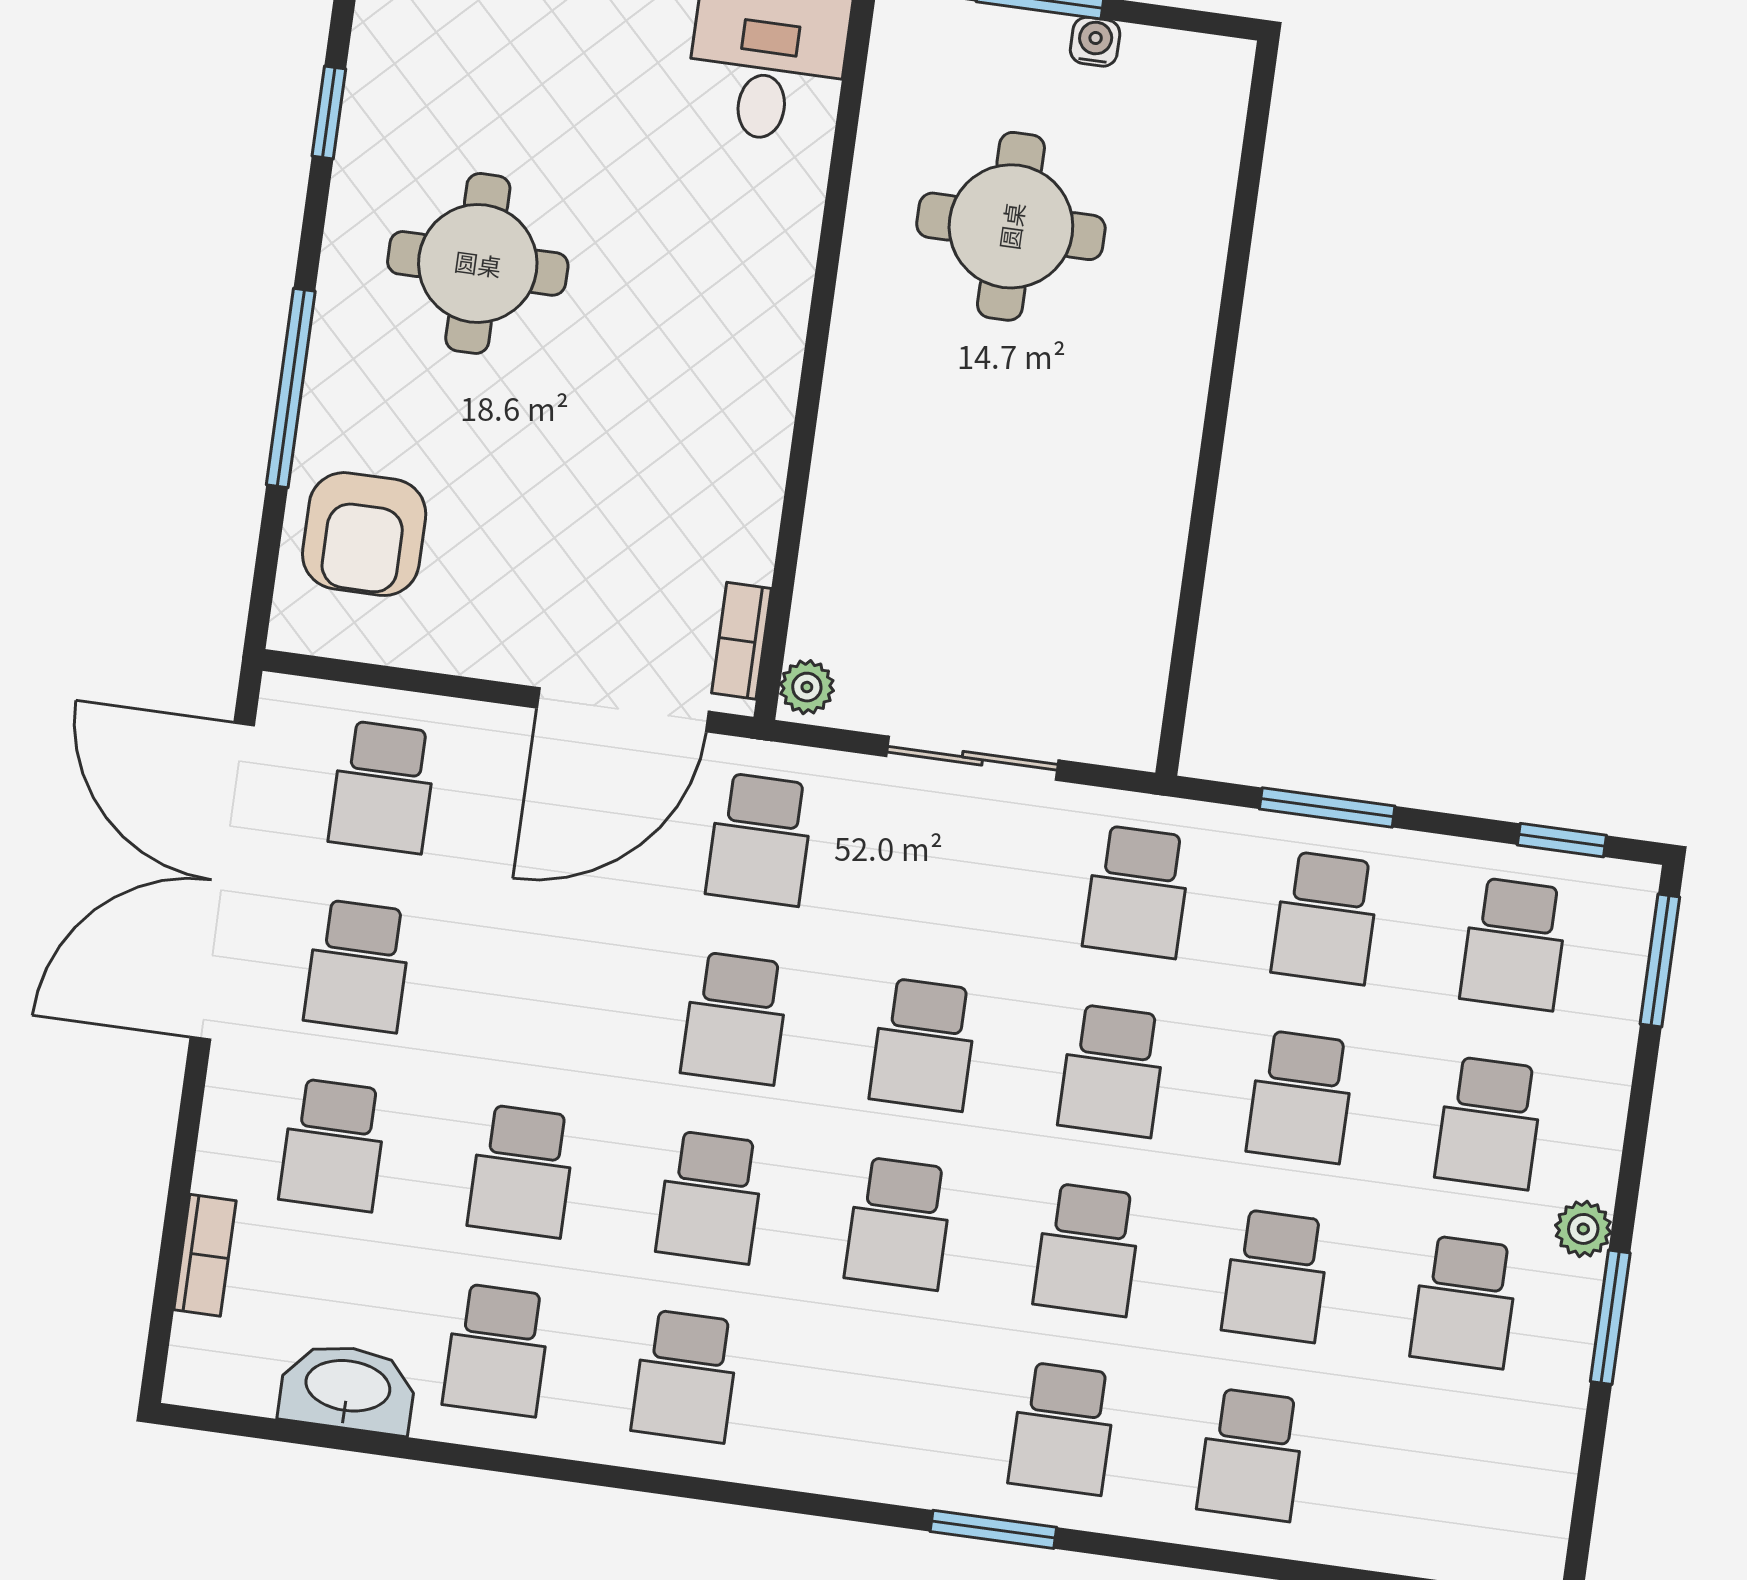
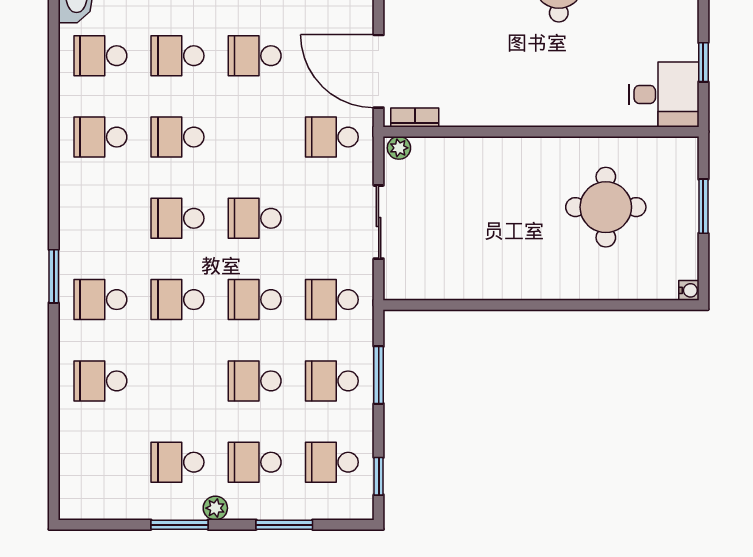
water cooler: (1095, 42) -> (689, 290), moved
window: (1660, 961) -> (284, 525), moved
school desk: (735, 1018) -> (255, 56), moved
school desk: (1276, 1276) -> (178, 381), removed

